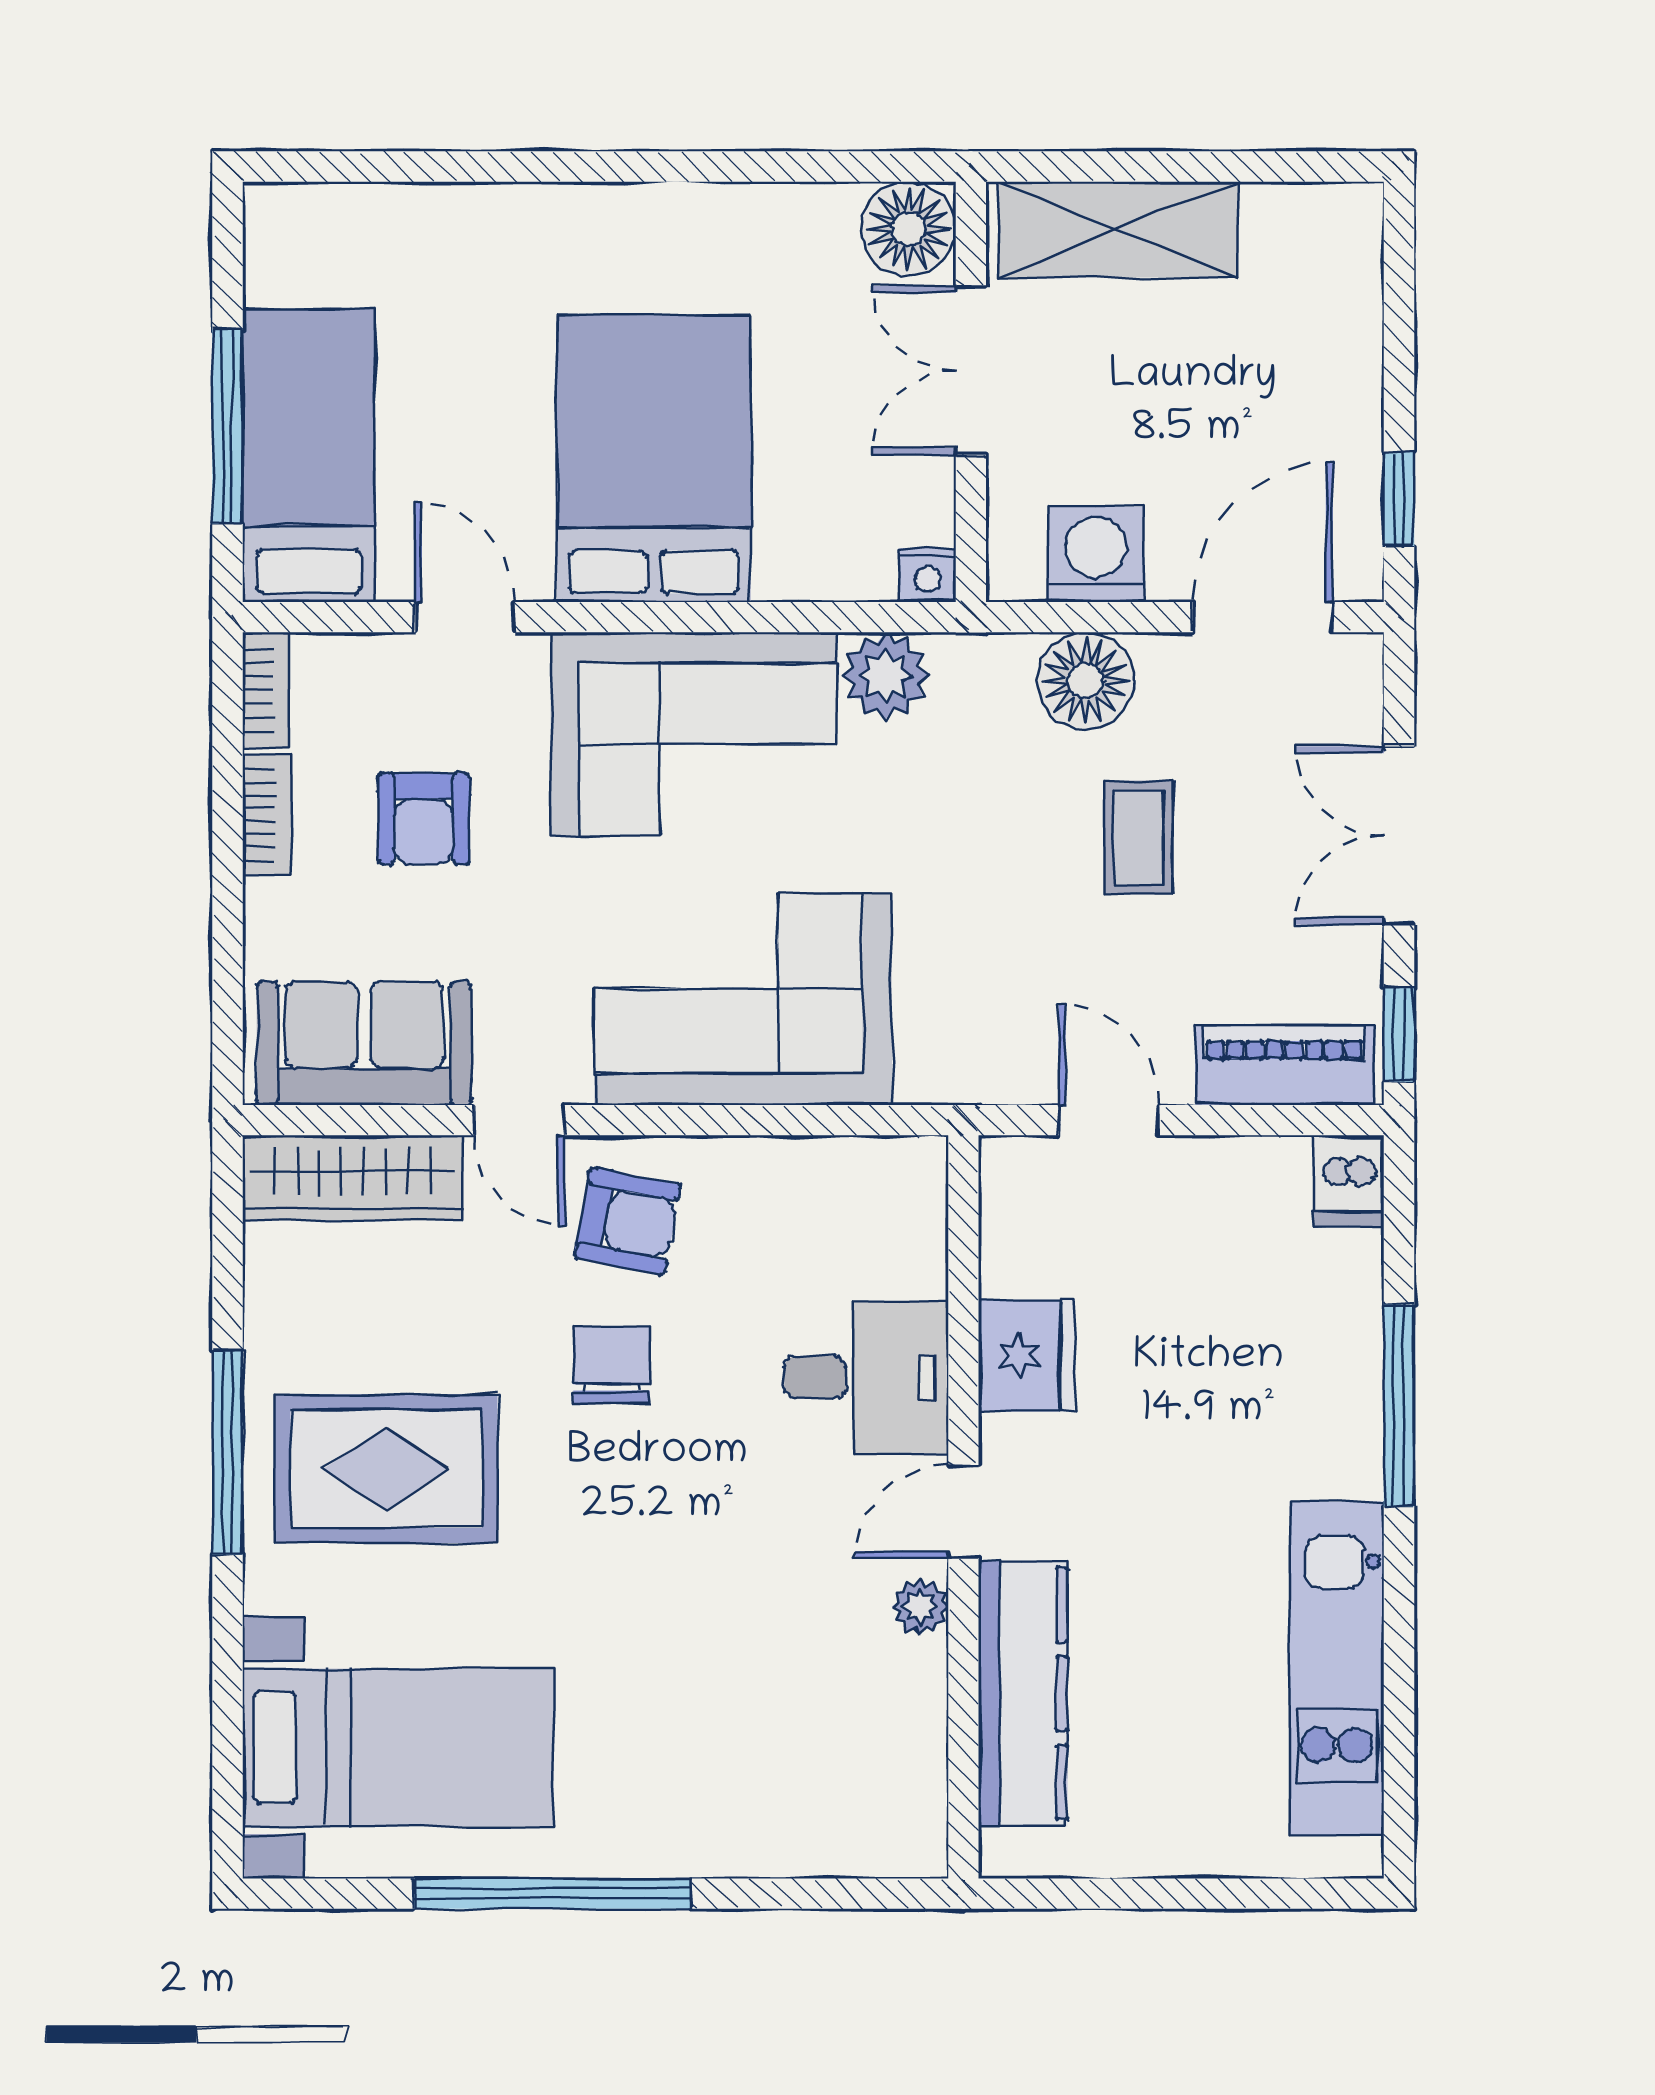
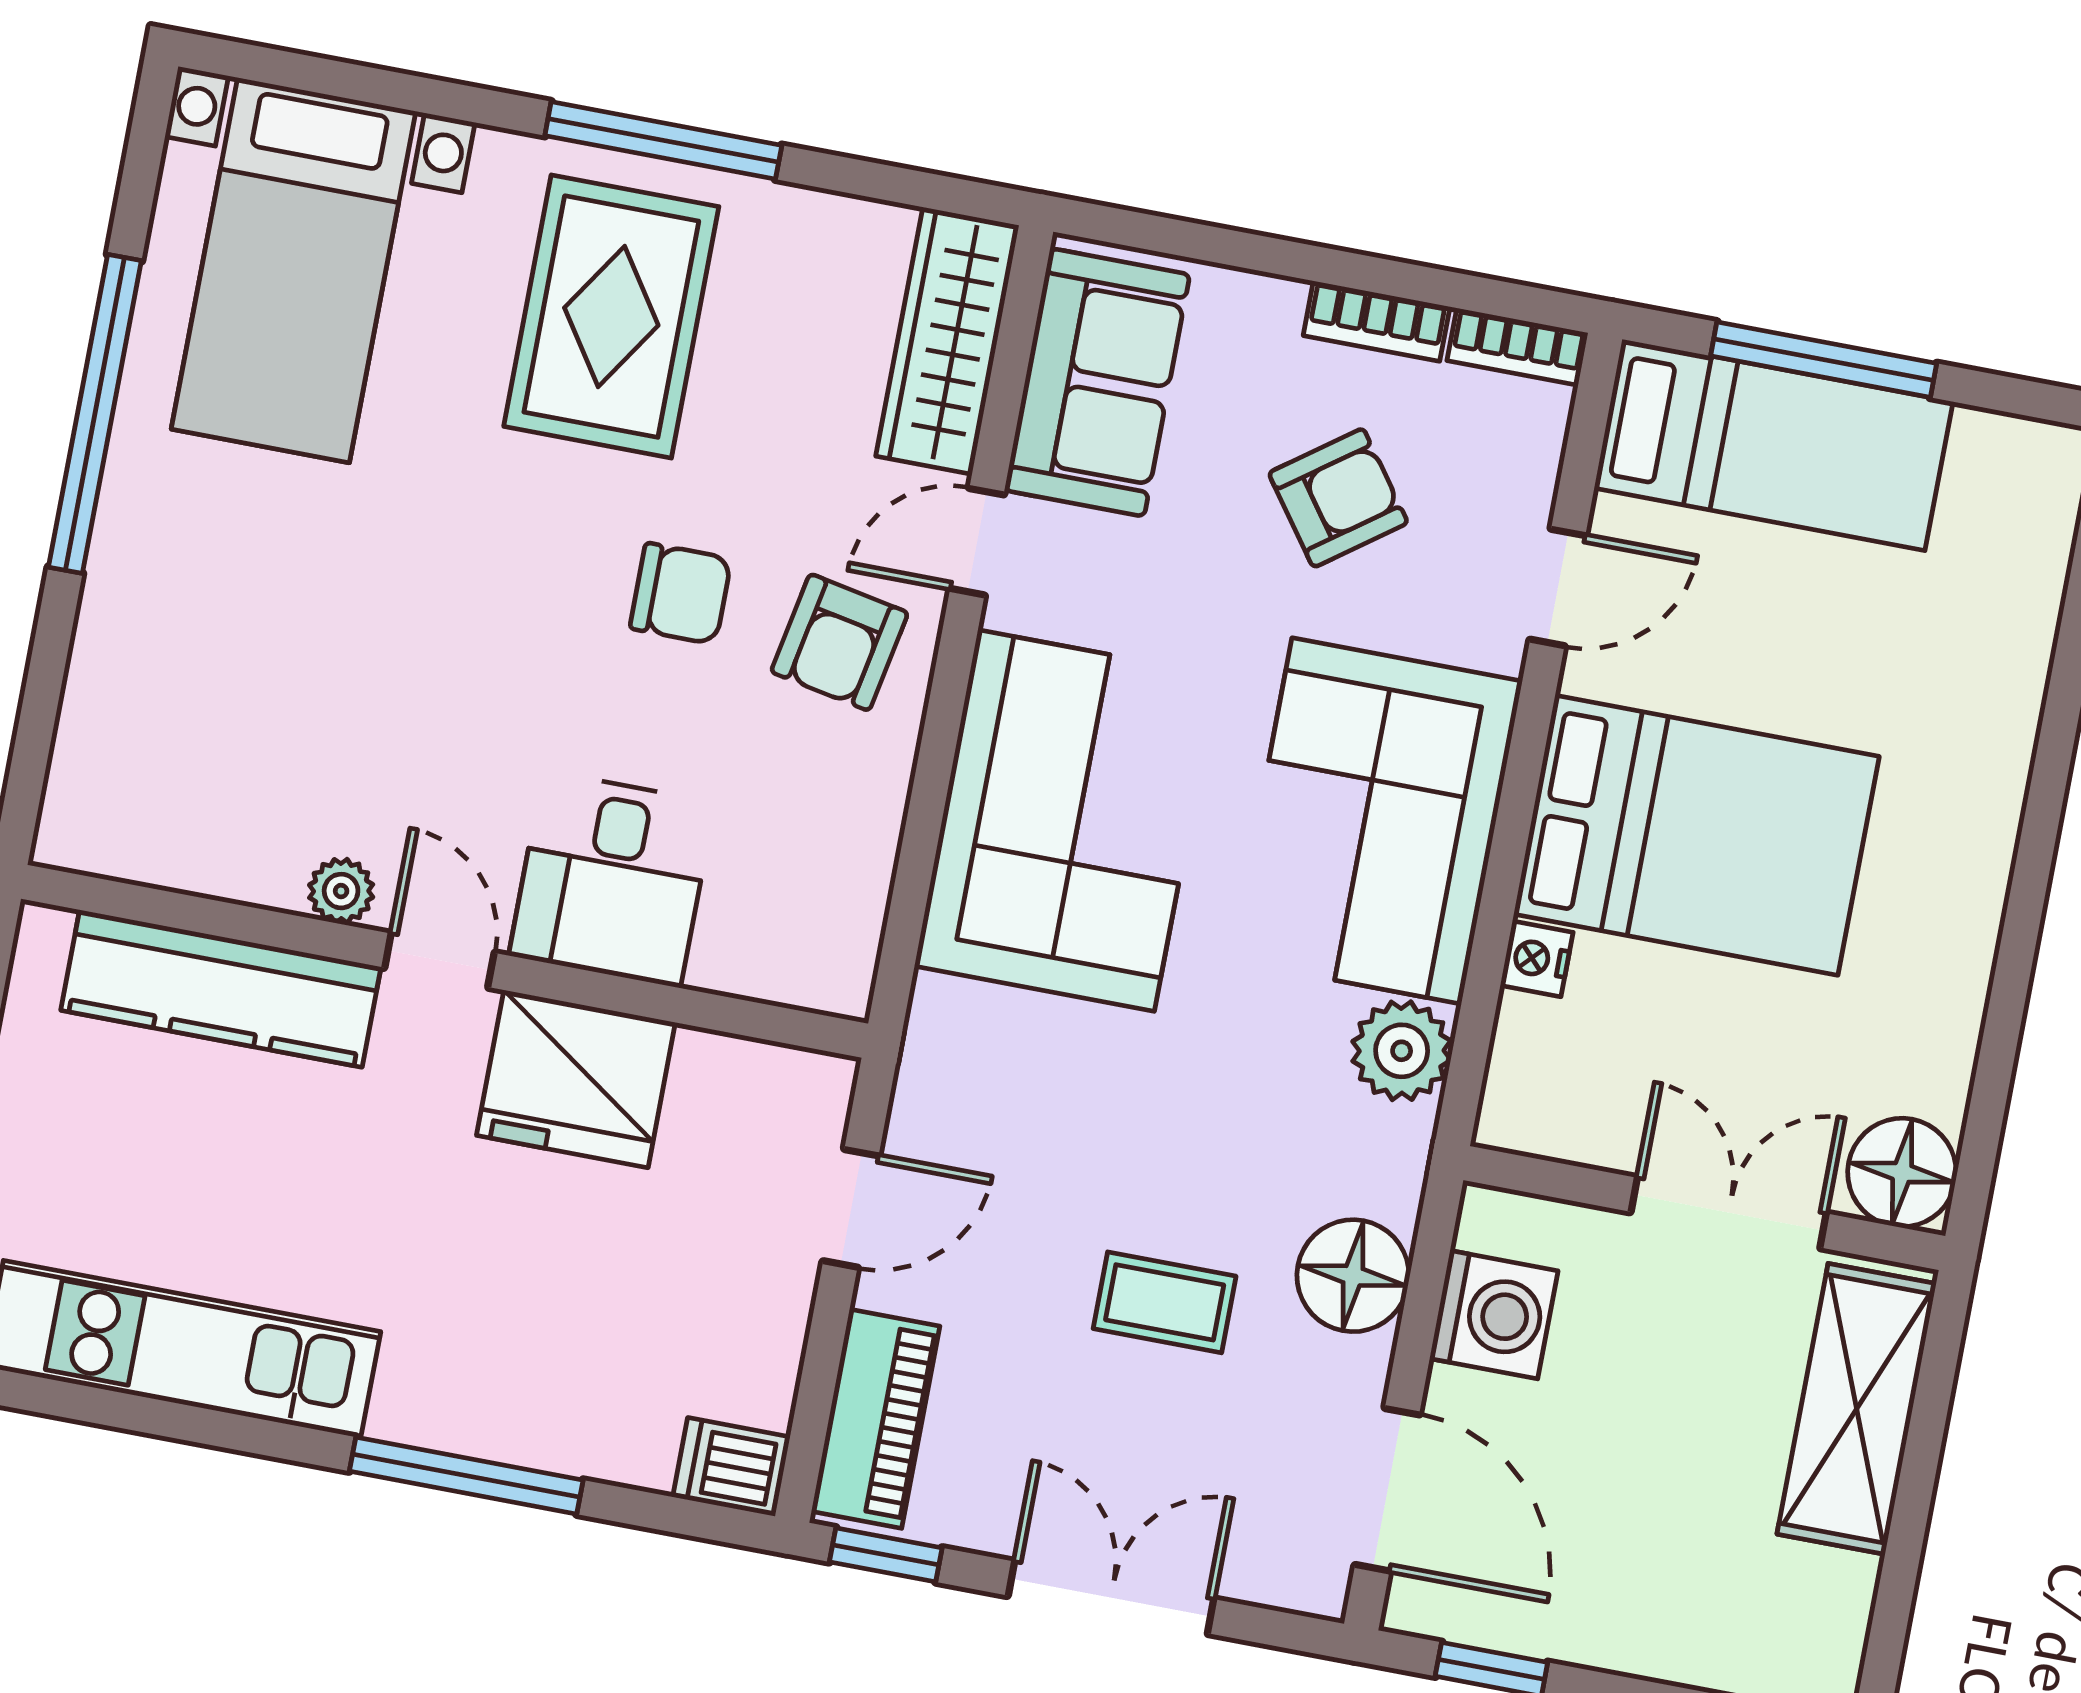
nightstand: (927, 575) -> (1537, 959), moved
armchair: (424, 819) -> (1338, 498), turned 144
fridge: (1026, 1356) -> (576, 1079), width x1.36, depth x1.34

